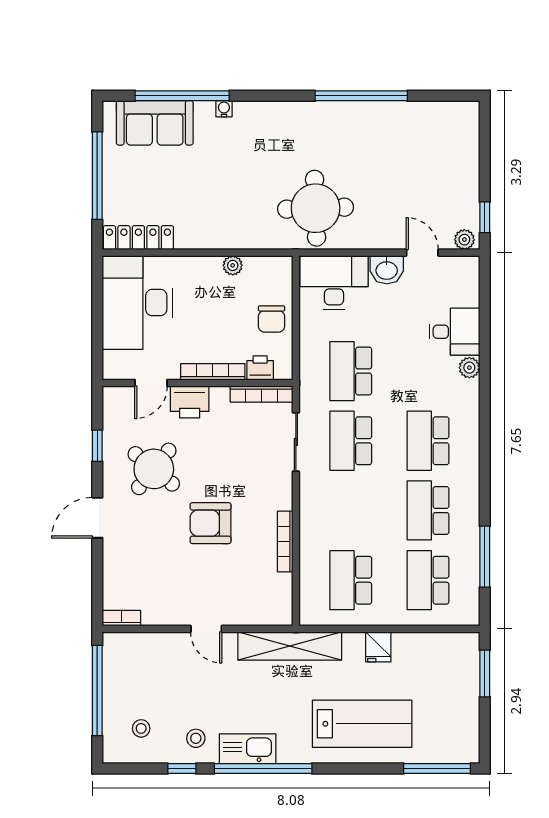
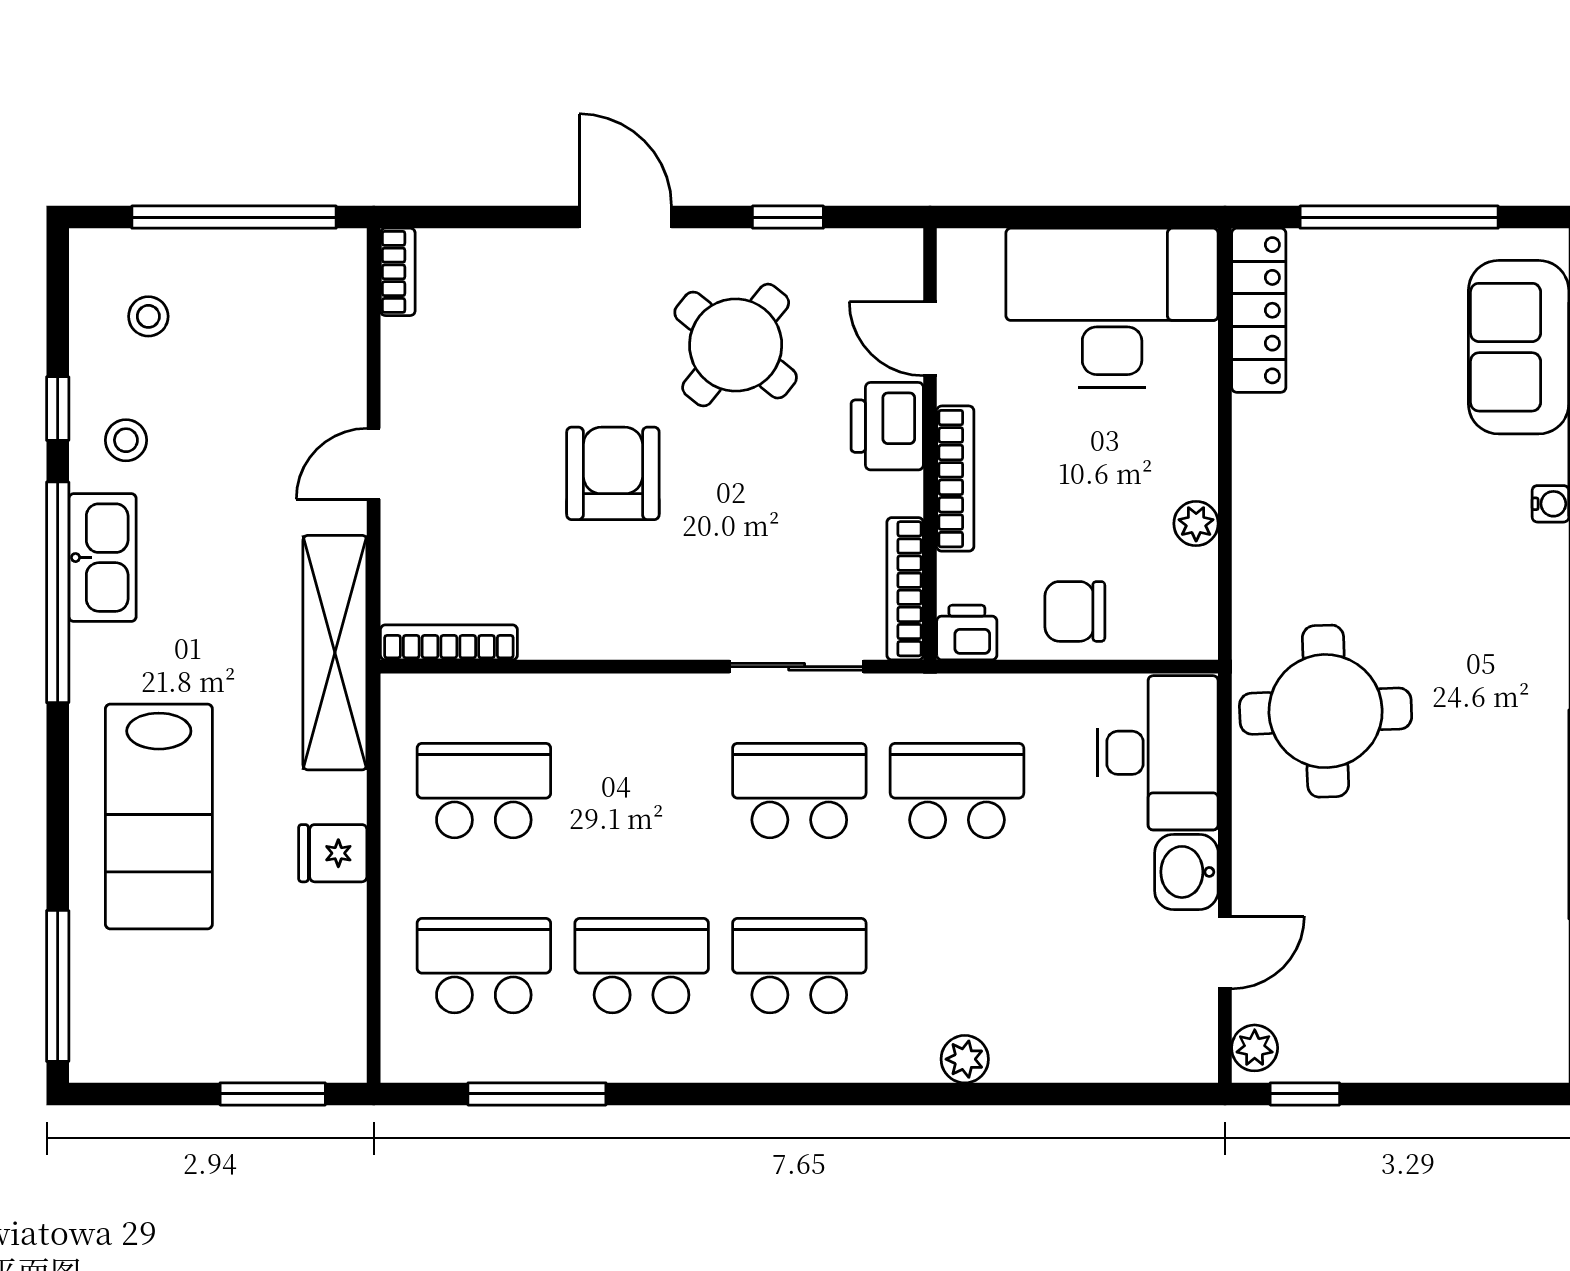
desk: (455, 332) -> (1046, 1026), removed
printer: (260, 368) -> (967, 633), moved, turned -90
bookcase: (285, 541) -> (449, 642), moved

